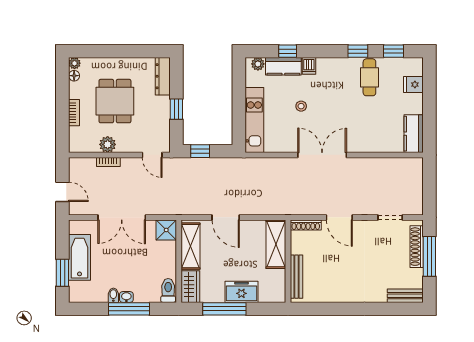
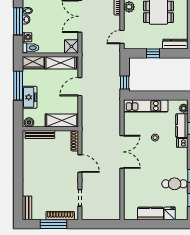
kitchen counter: (414, 134) -> (150, 214), moved
window: (200, 151) -> (125, 82), moved
door: (339, 217) -> (80, 163), swing flipped
boiler: (279, 293) -> (29, 122), added
washing machine: (153, 296) -> (27, 37), added

